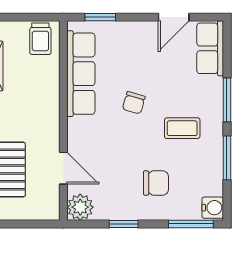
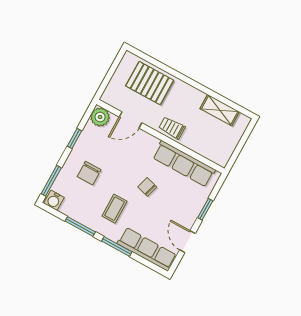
window: (100, 17) -> (205, 209), moved
trolley: (40, 39) -> (172, 128), moved
row of seats: (210, 48) -> (147, 249), width x1.48

